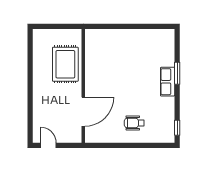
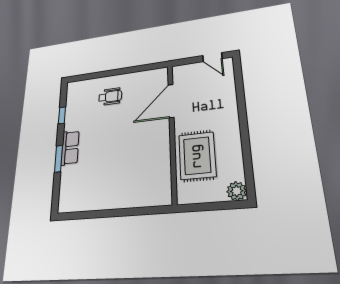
plant: (40, 36) -> (237, 191), added
window: (177, 128) -> (62, 115), moved

